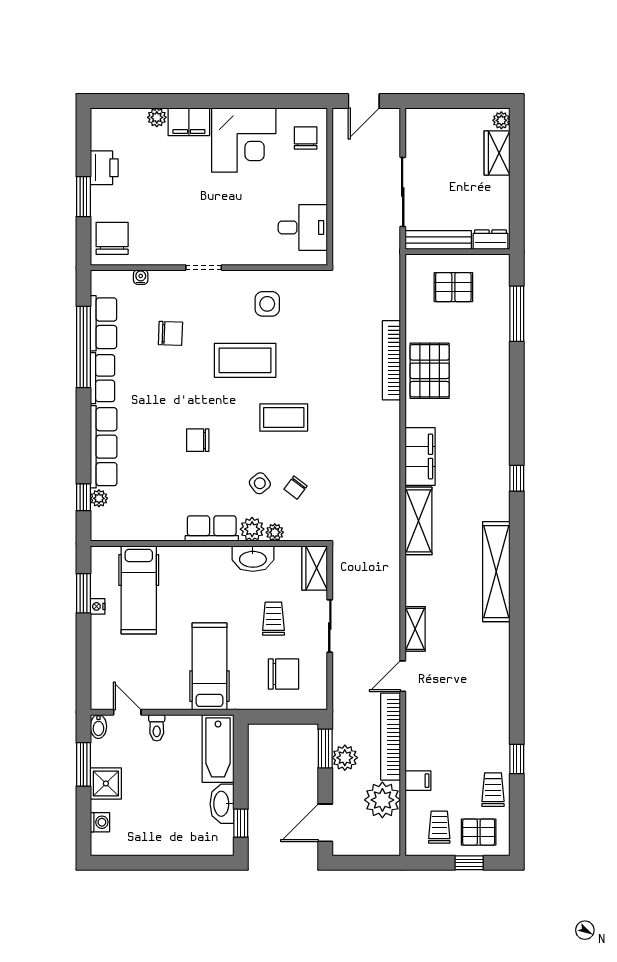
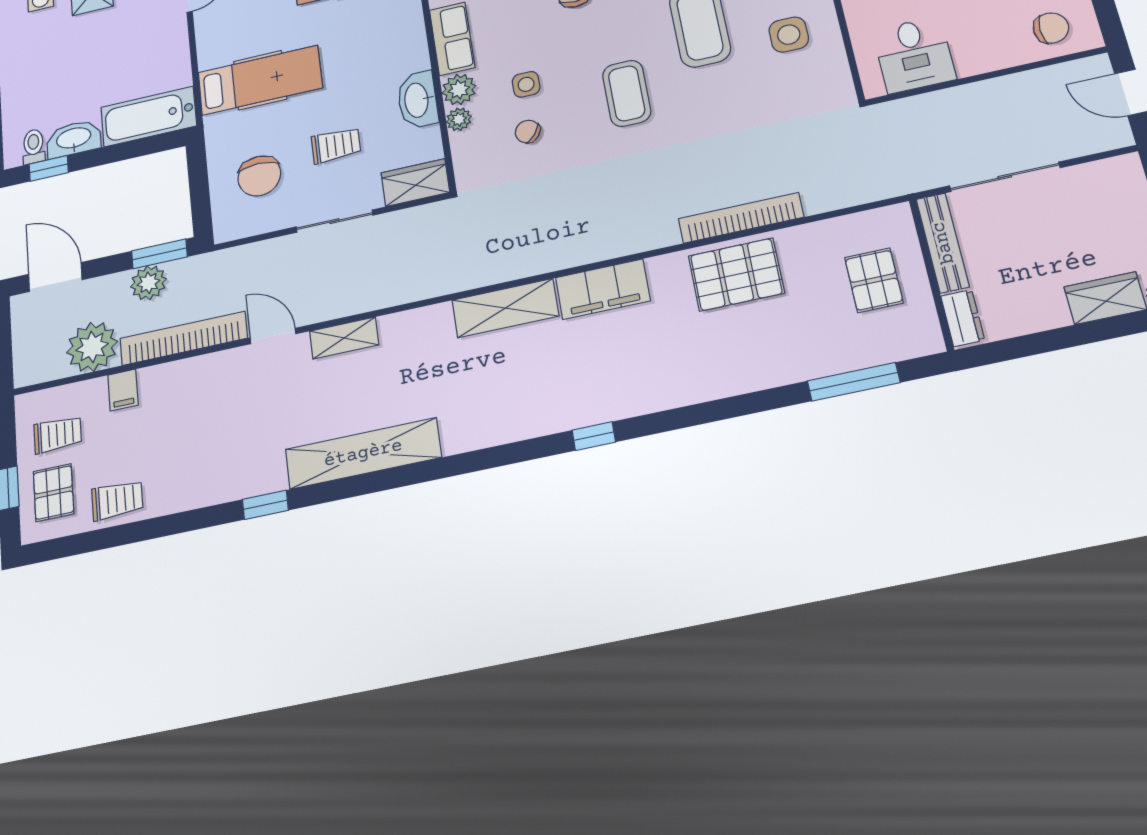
side table: (260, 483) -> (526, 84), turned 38
shelving: (496, 572) -> (363, 453), moved
toilet: (157, 728) -> (34, 146), moved, turned 90
window: (517, 759) -> (265, 505), moved

